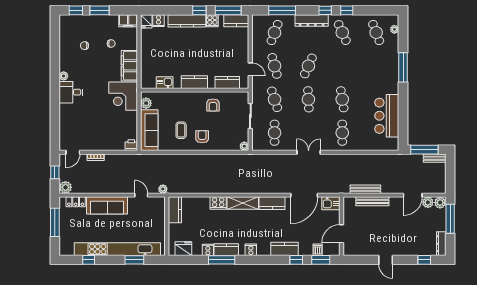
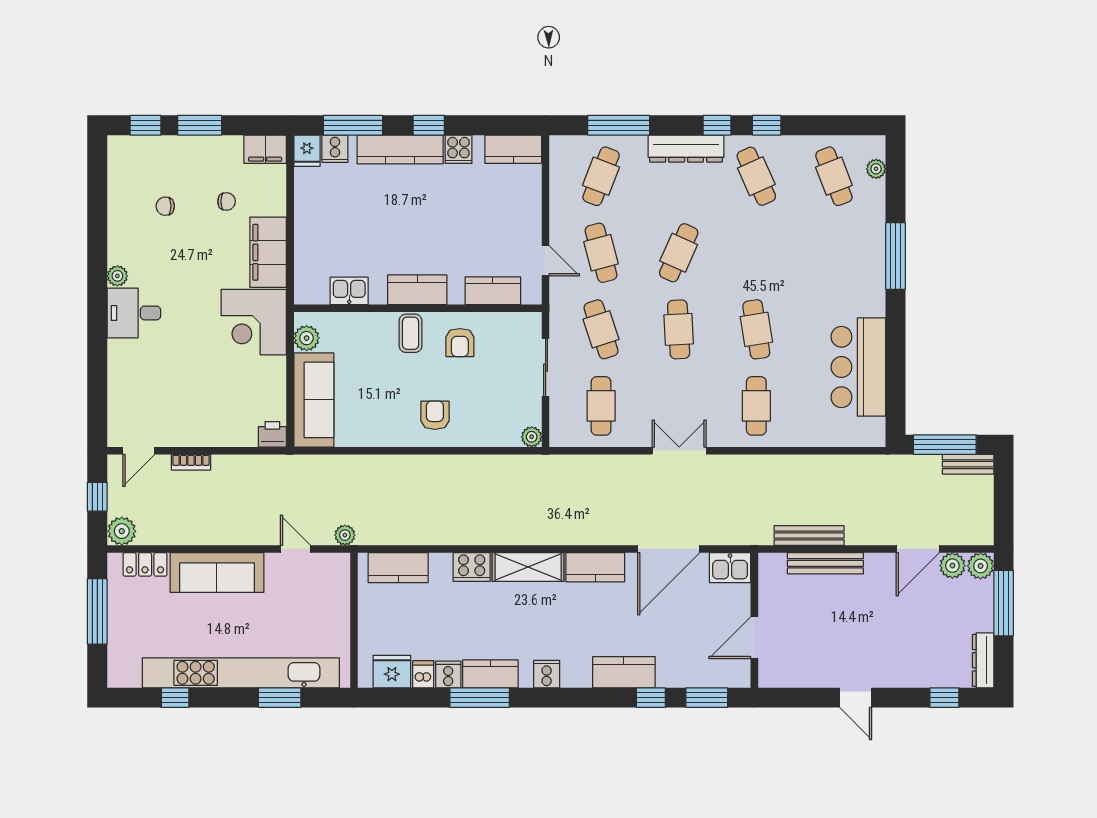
window: (228, 10) -> (353, 125), moved
coffee table: (181, 130) -> (411, 333), moved
kitchen counter: (175, 210) -> (398, 568), moved, turned 90
dishwasher: (318, 250) -> (423, 674), moved

